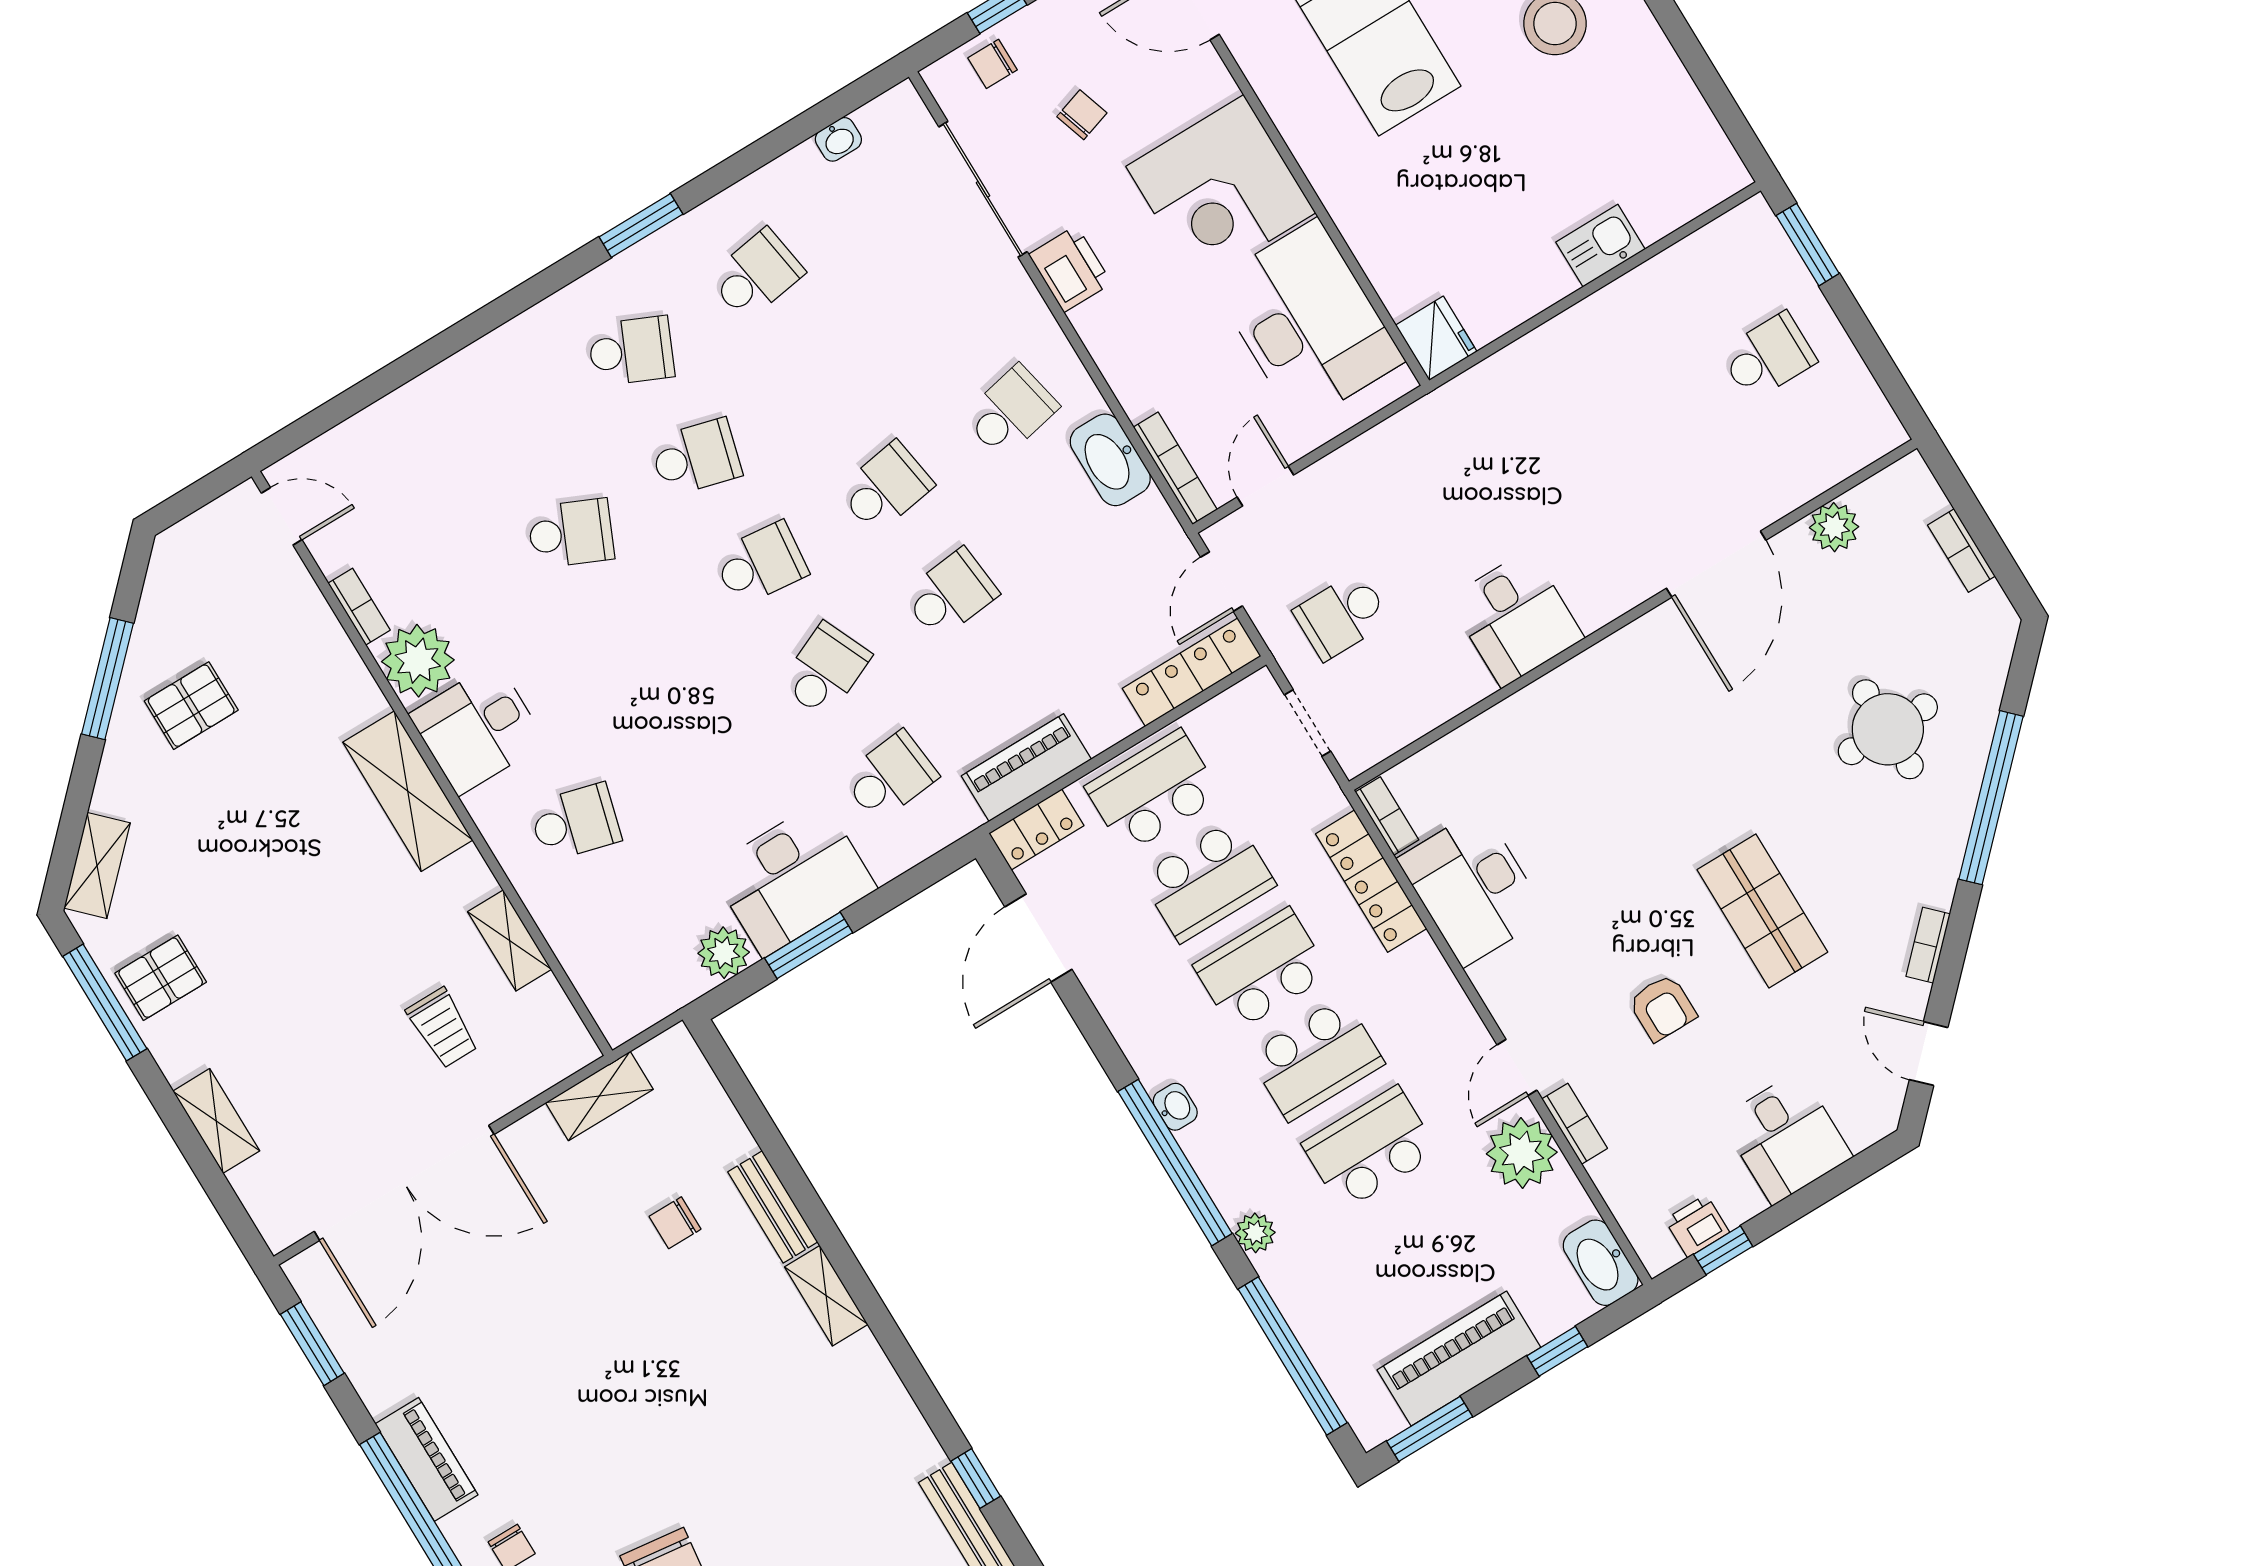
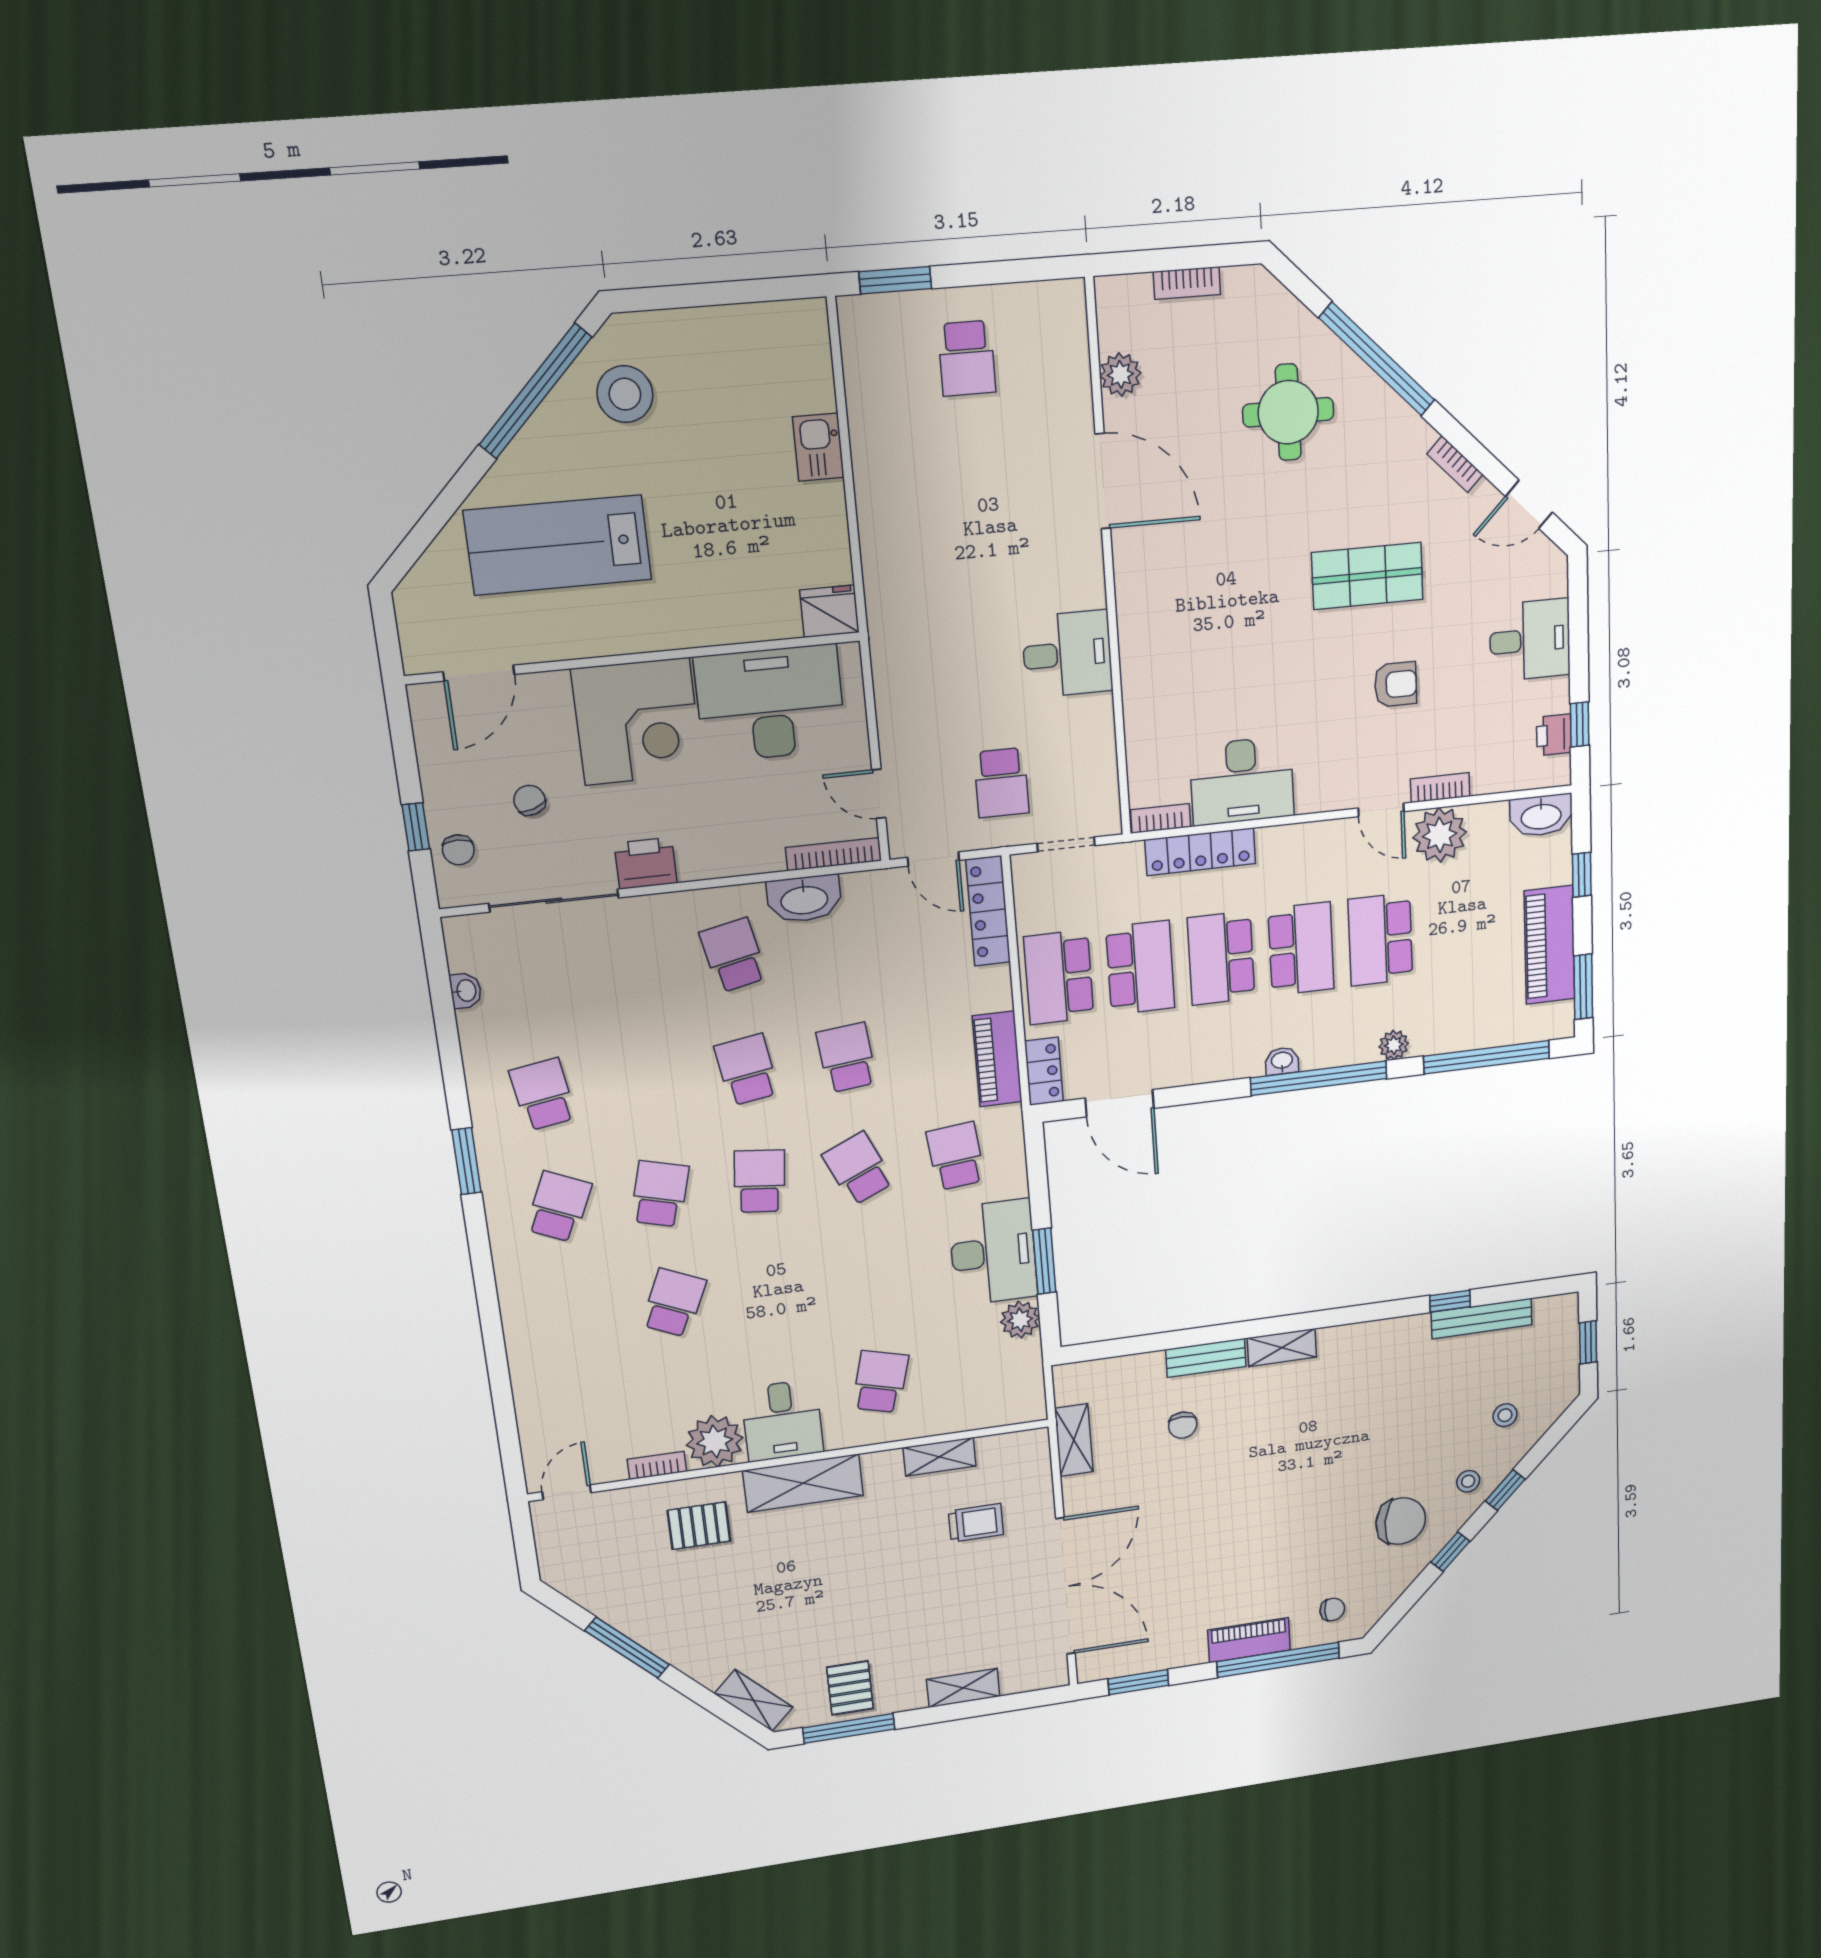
school desk: (1768, 356) -> (967, 358), turned 180
pallet: (191, 706) -> (699, 1526), moved, turned 90

